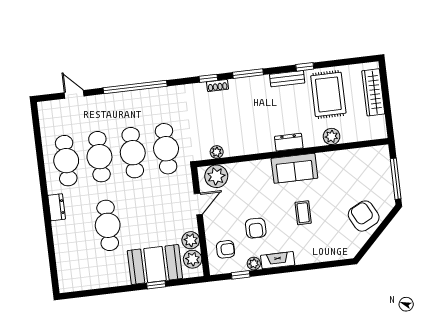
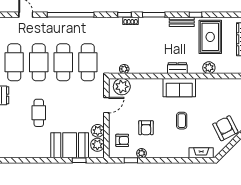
cafe table: (108, 225) -> (39, 113), width x0.73, depth x0.74
fireplace: (278, 260) -> (201, 153), moved
window: (156, 285) -> (79, 160), moved

